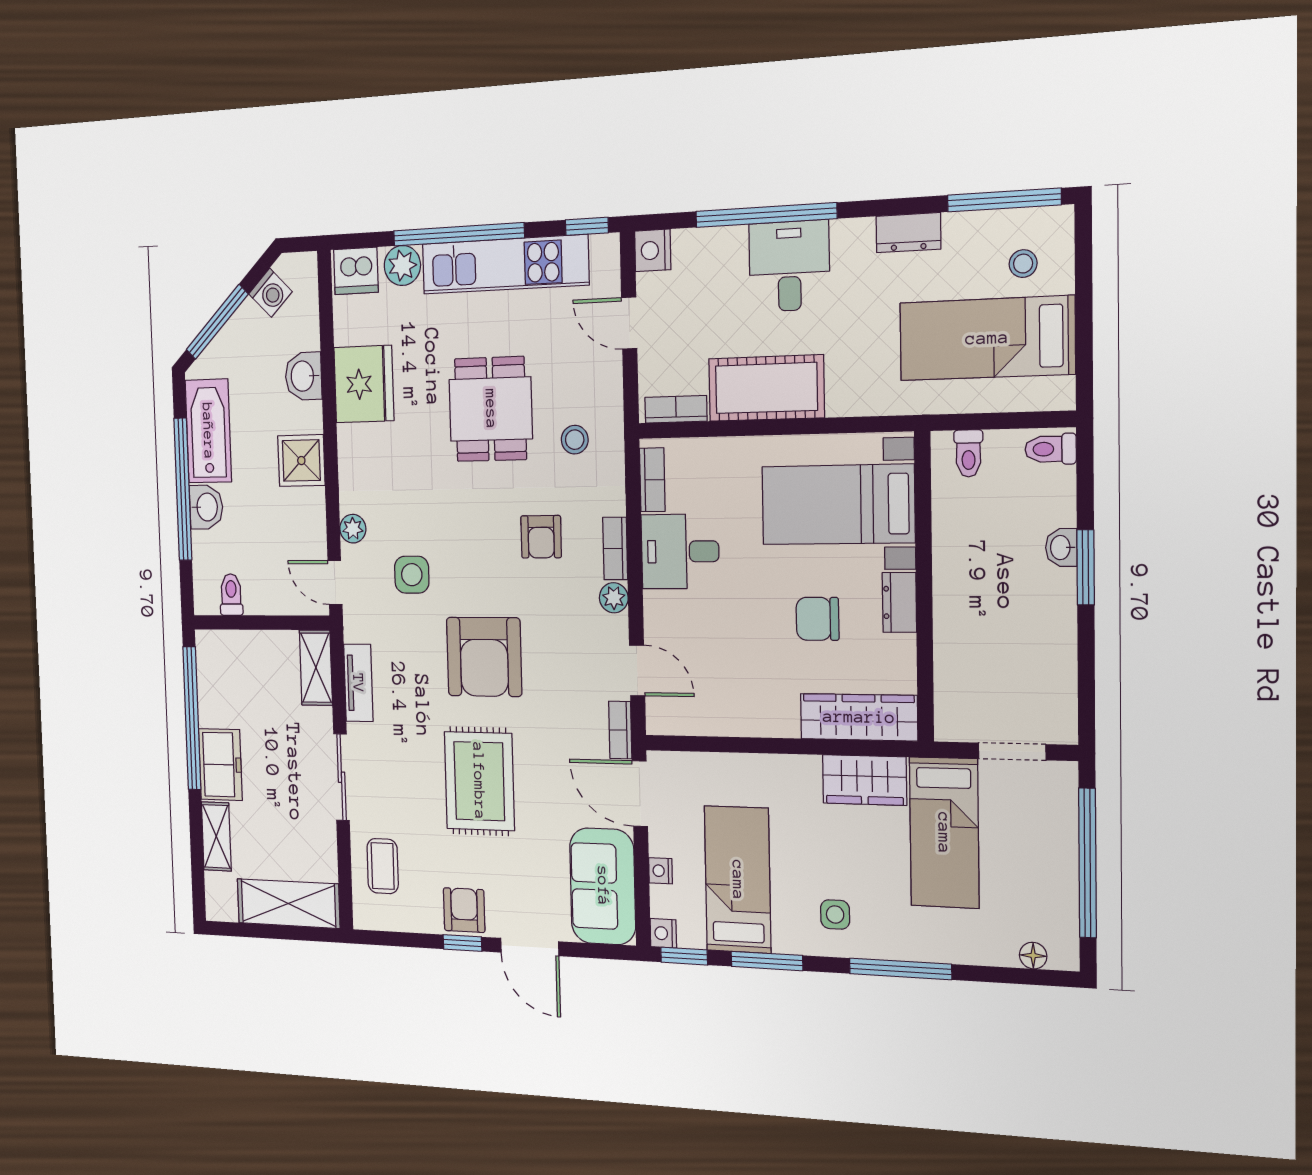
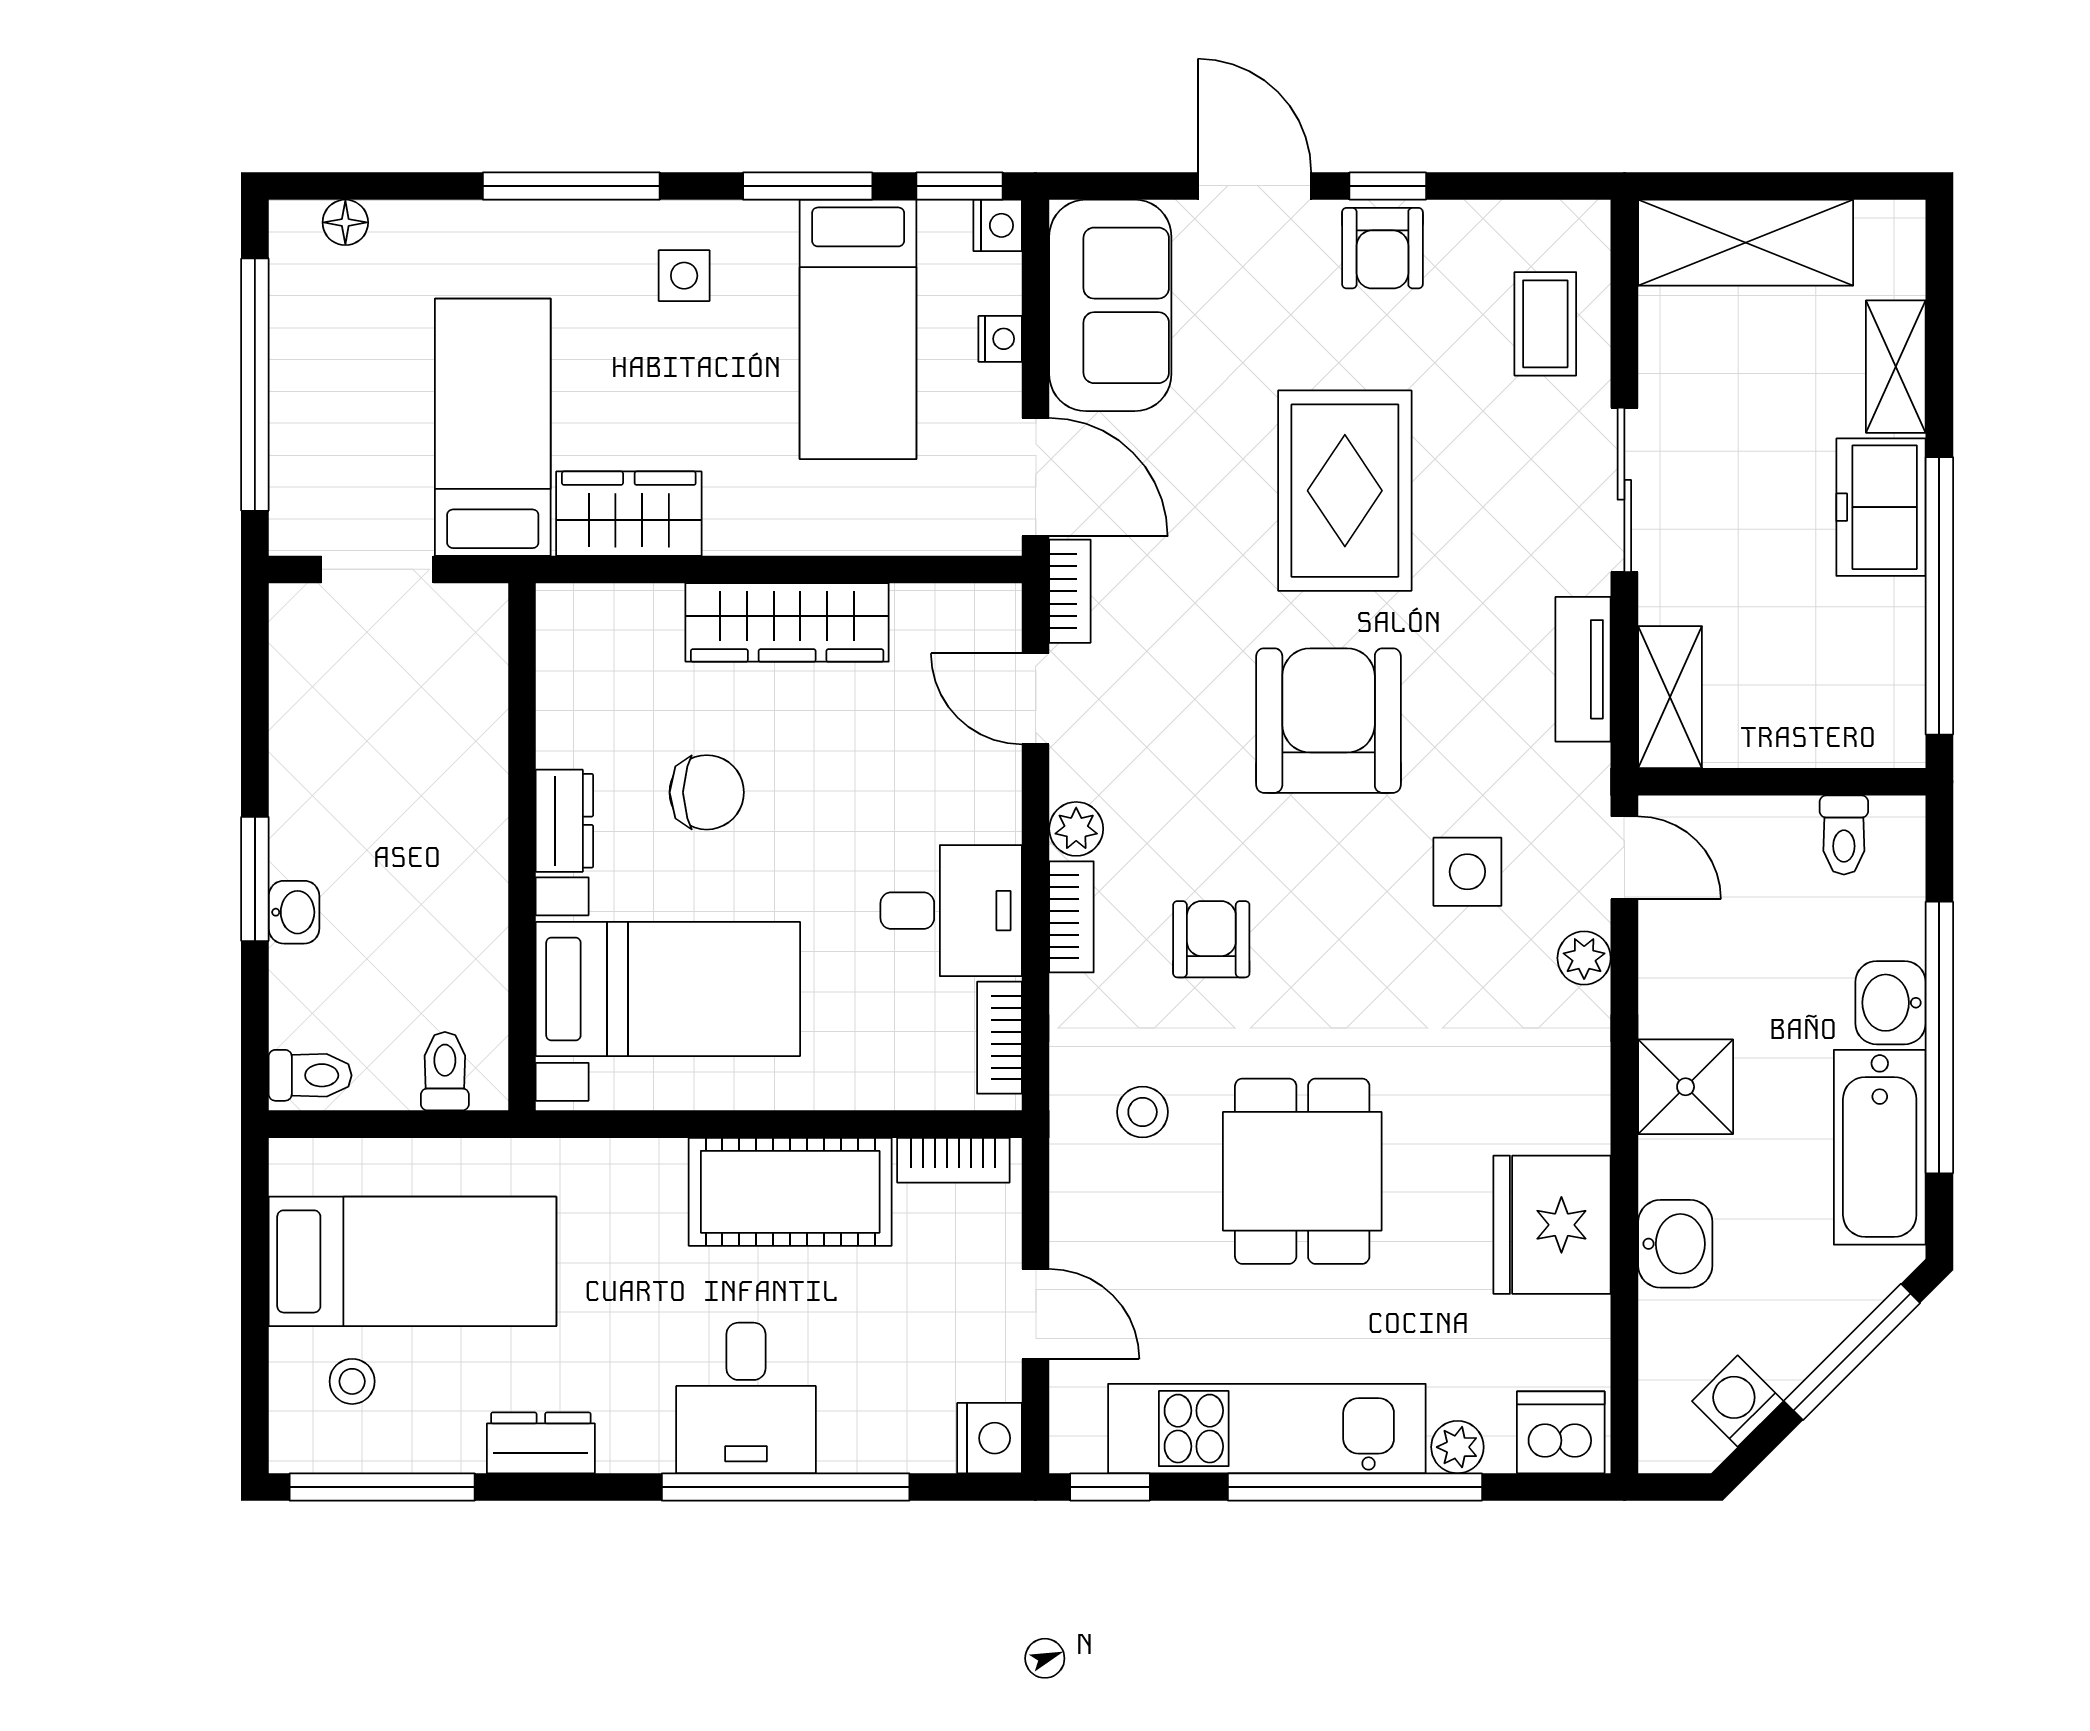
plant: (402, 265) -> (1457, 1447), width x0.73, depth x0.73
wardrobe: (859, 717) -> (787, 622), moved

